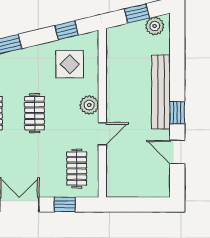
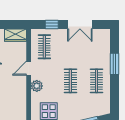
wardrobe: (123, 187) -> (16, 35), added

